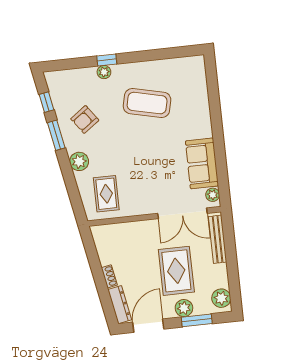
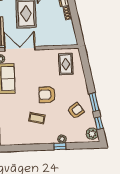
coffee table: (147, 103) -> (37, 118), width x0.54, depth x0.58
armchair: (133, 142) -> (47, 95), added
plant: (79, 161) -> (92, 134), moved

